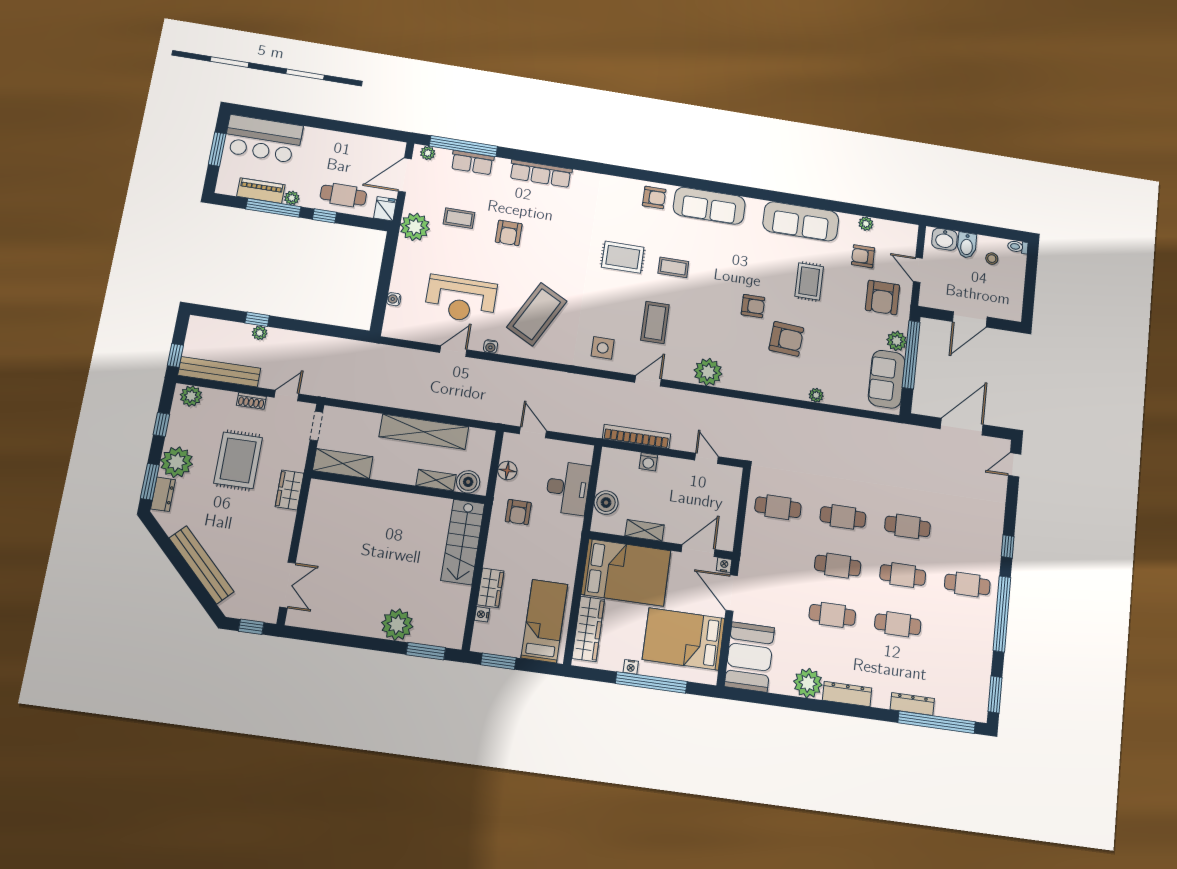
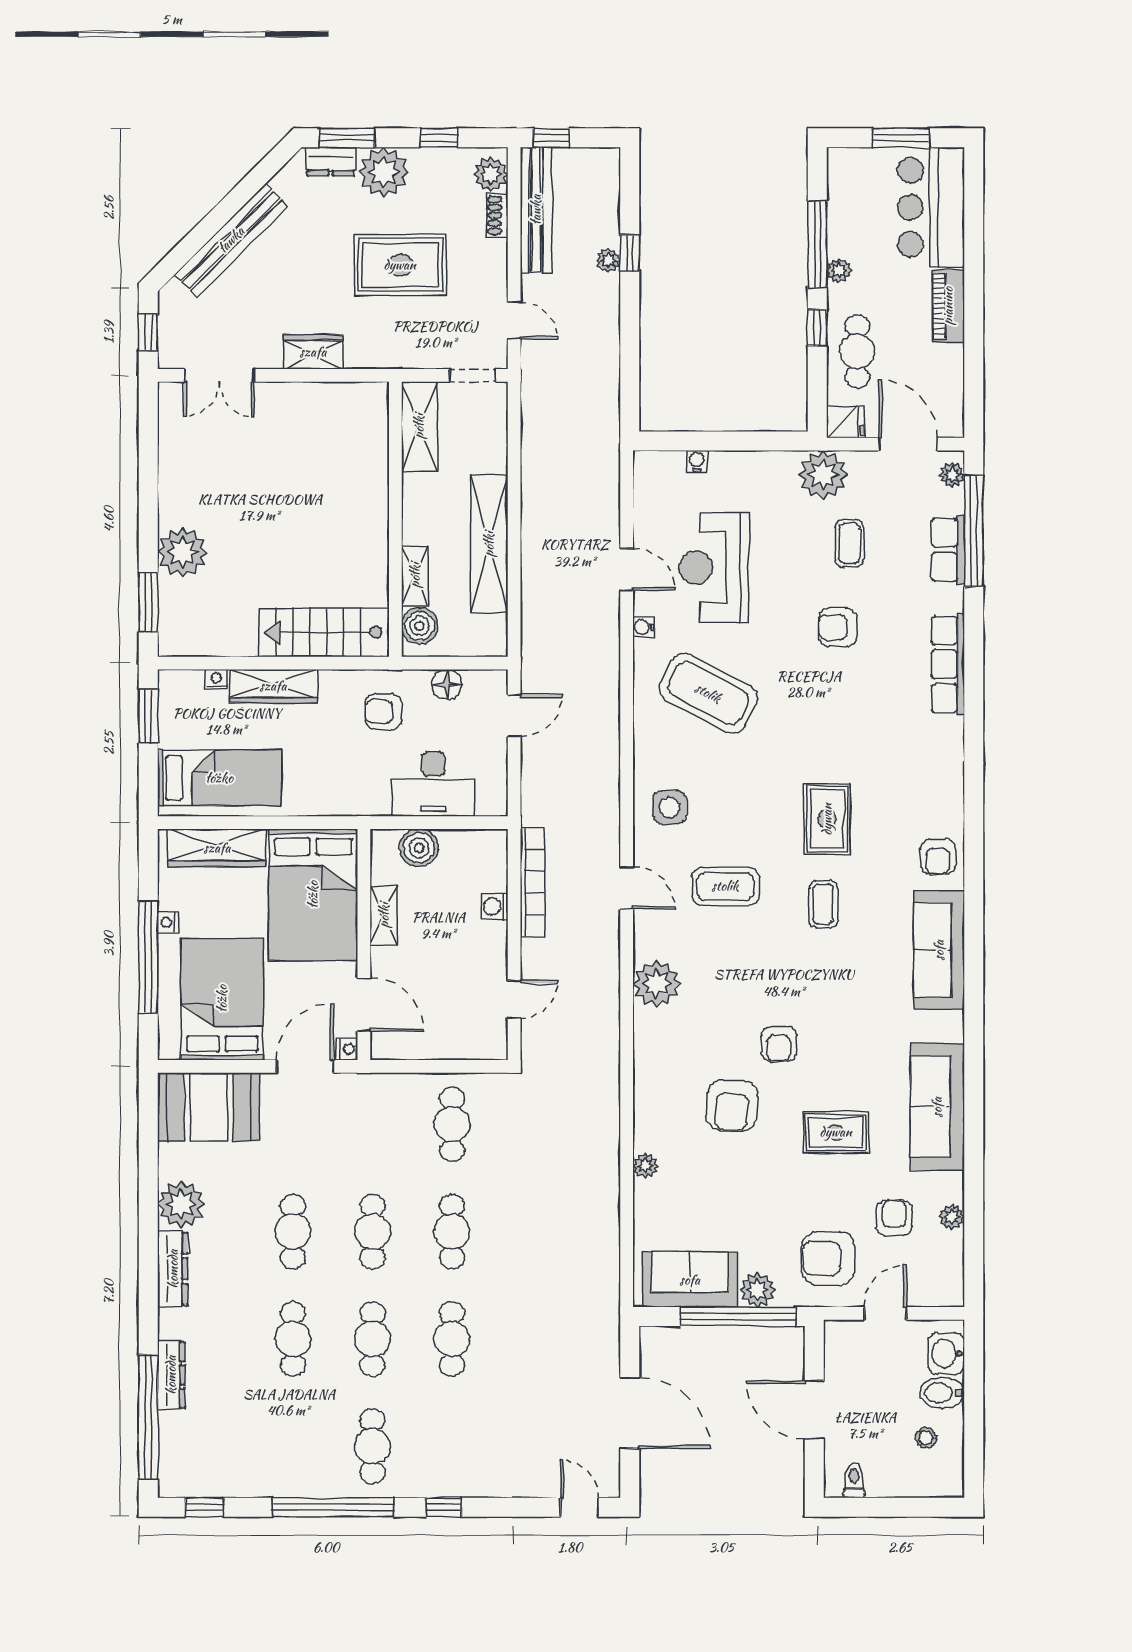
piano: (261, 191) -> (948, 306), moved, turned 180
toilet: (1018, 247) -> (854, 1481), moved
shoe rack: (251, 401) -> (497, 215), moved
wardrobe: (290, 490) -> (313, 352), moved
wardrobe: (490, 588) -> (273, 686), width x1.50
window: (995, 694) -> (204, 1507), width x0.67

